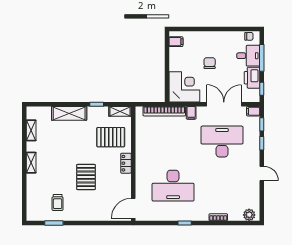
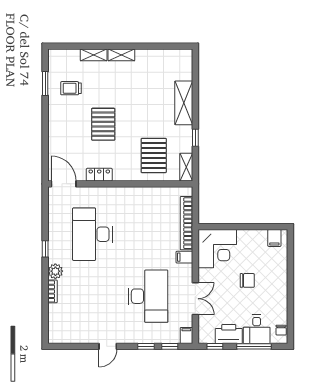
double door: (224, 104) -> (195, 299), width x0.73
shelving: (31, 130) -> (94, 55), moved
locker: (126, 163) -> (99, 175), moved
pallet: (86, 177) -> (103, 124), turned 90
plant: (249, 215) -> (55, 271), moved

